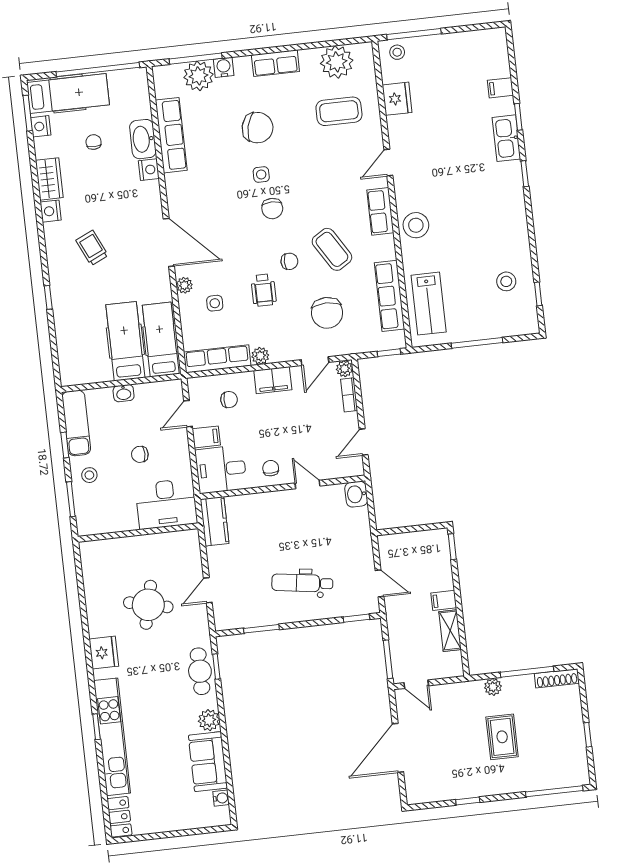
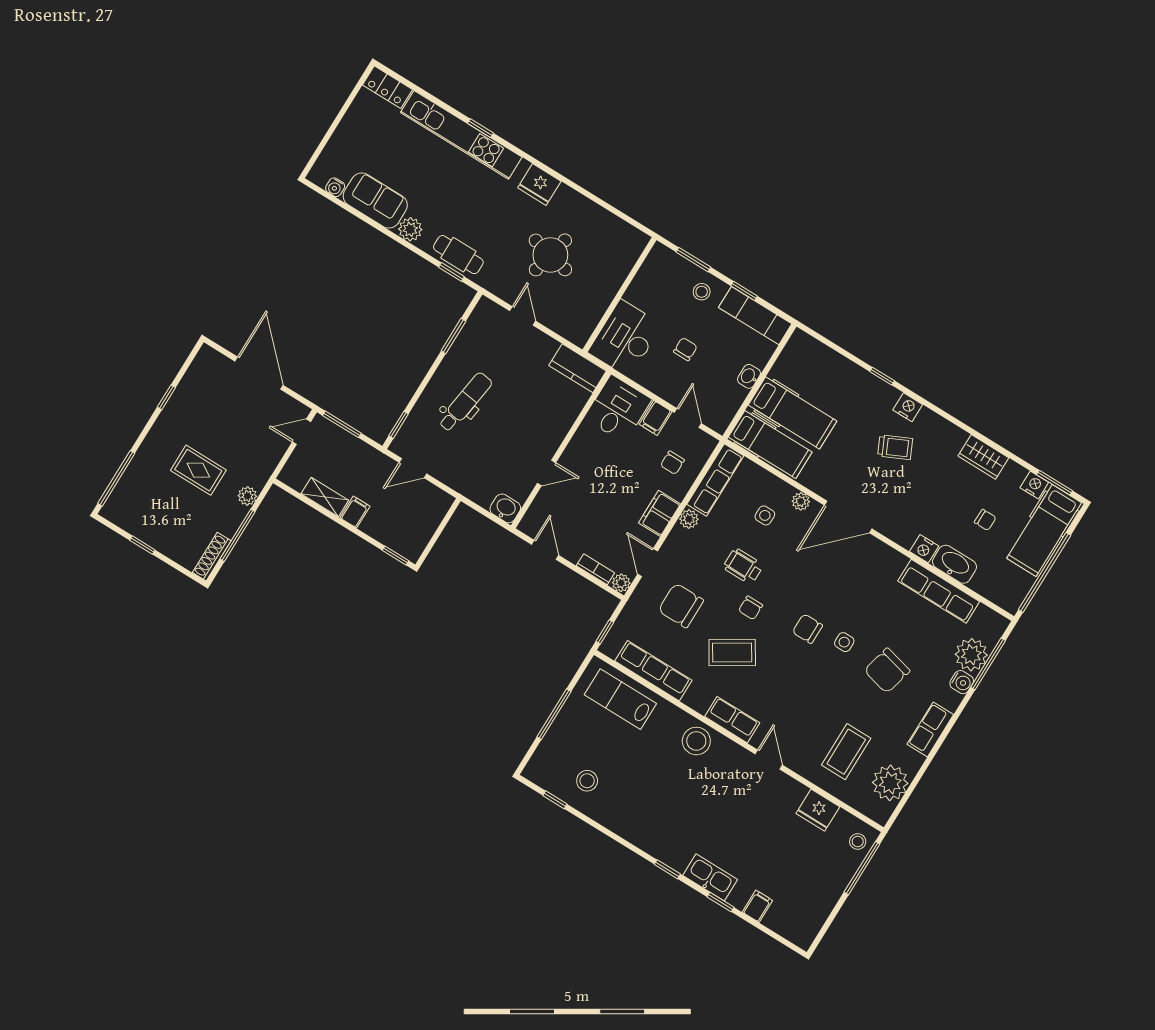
nightstand: (51, 211) -> (908, 407), moved
chair: (271, 468) -> (585, 452), removed

